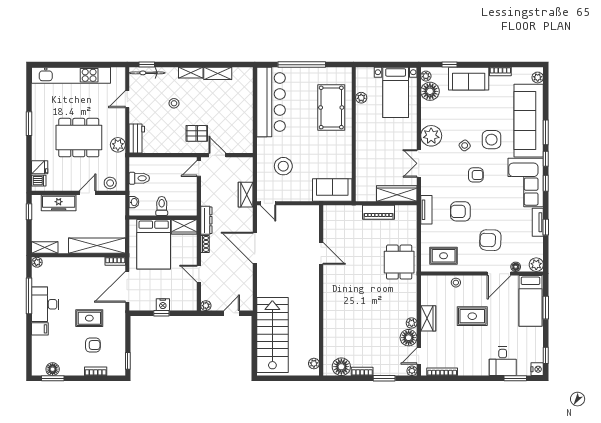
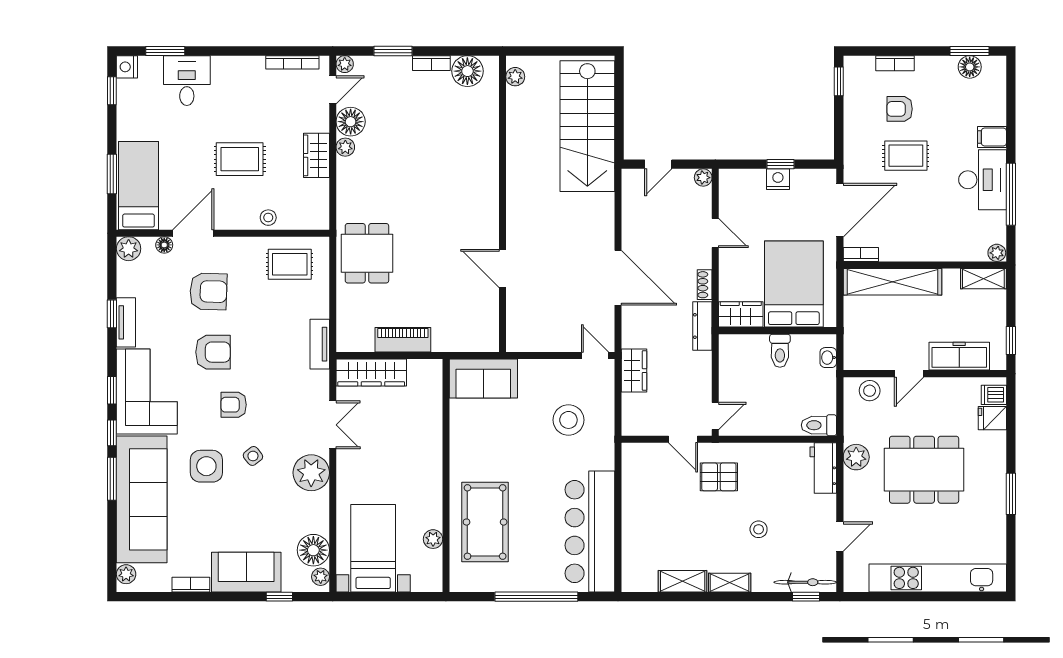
toilet: (139, 178) -> (819, 425), moved
armchair: (460, 211) -> (213, 352), moved

